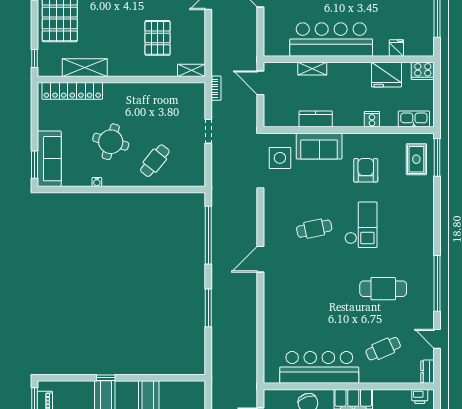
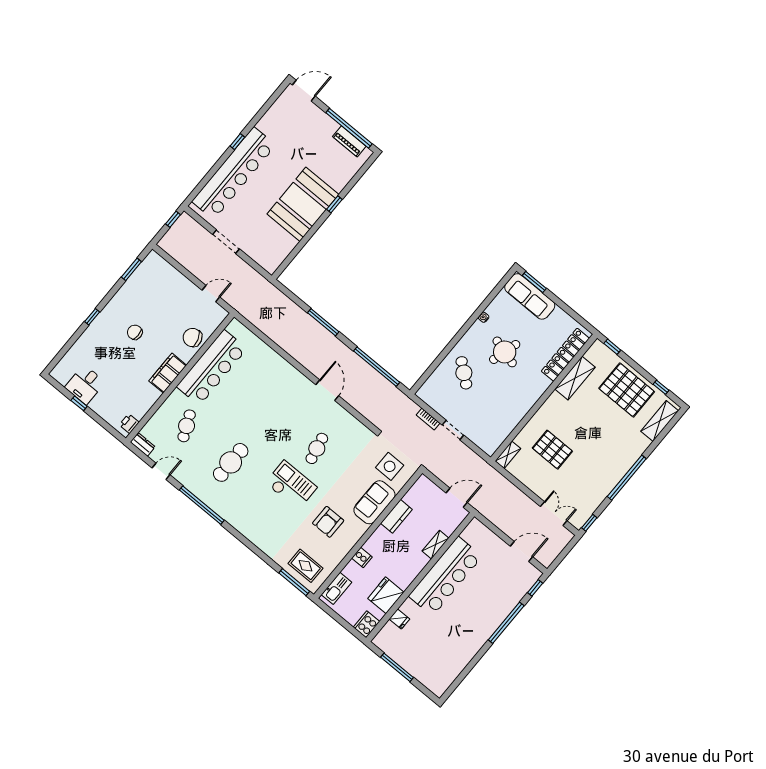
bookcase: (216, 88) -> (428, 419), moved
armchair: (366, 170) -> (328, 522), turned 90
checkout: (361, 225) -> (291, 485), turned 180

